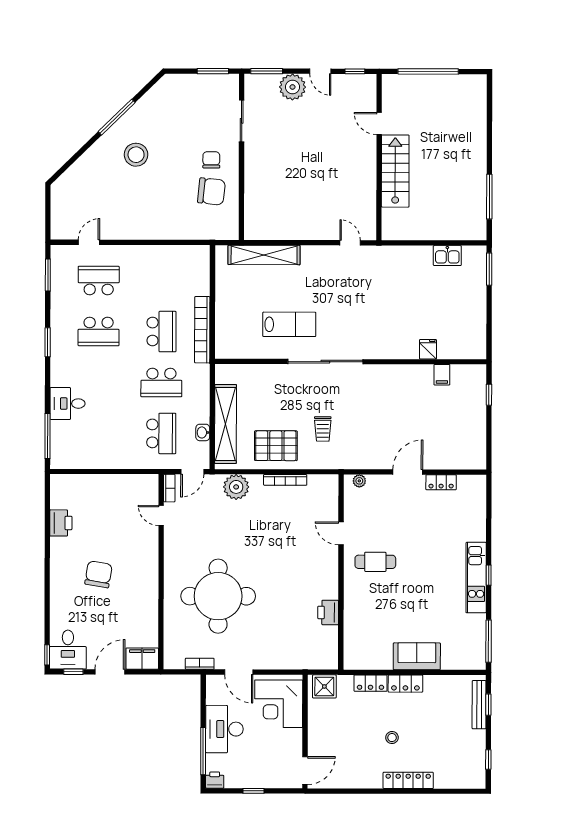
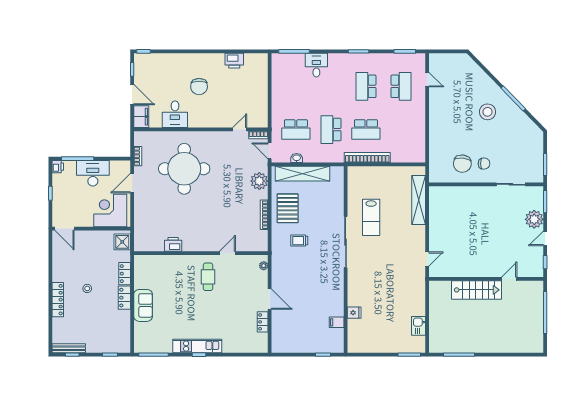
chair: (99, 574) -> (199, 87), turned 80
desk: (68, 650) -> (175, 114), moved, turned -90
bench: (479, 705) -> (69, 348), moved

